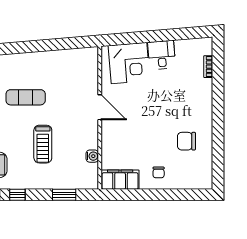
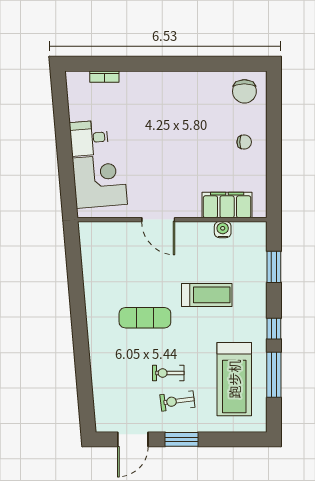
exercise mat: (26, 97) -> (145, 318), turned 90
door: (100, 107) -> (158, 220), swing flipped
chair: (186, 141) -> (244, 91), moved
filing cabinet: (120, 180) -> (227, 205), moved, turned 90

